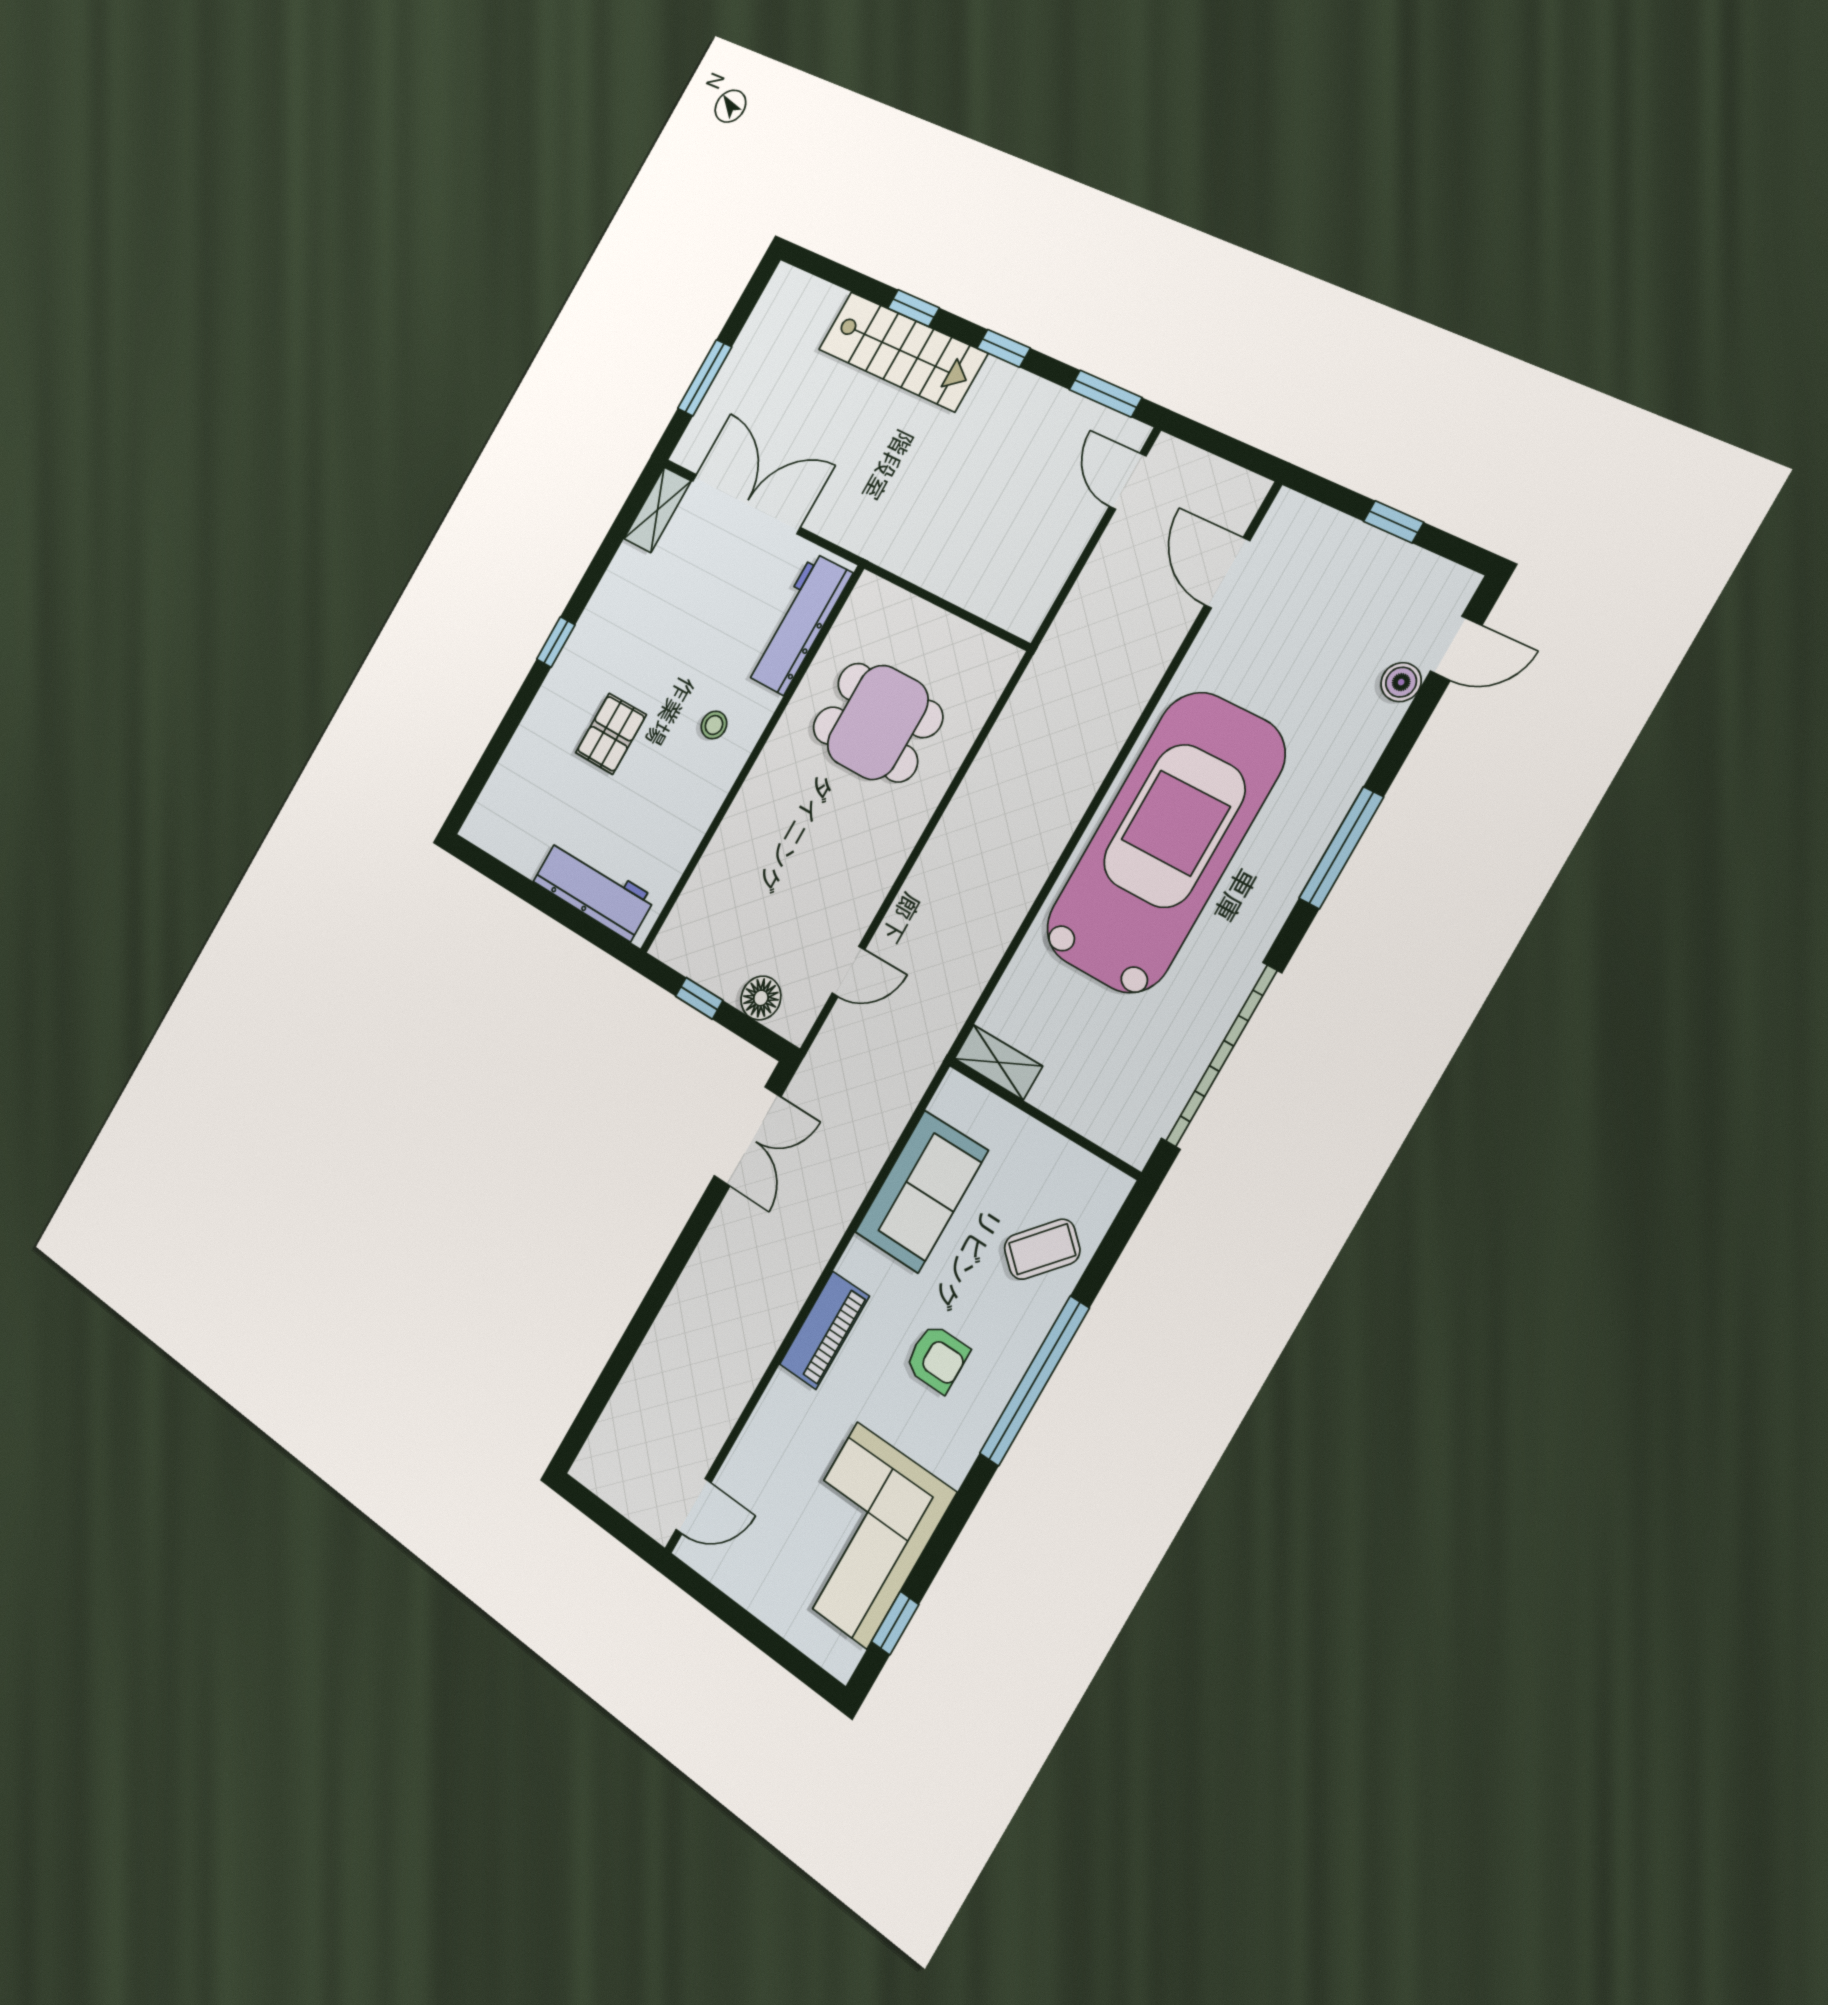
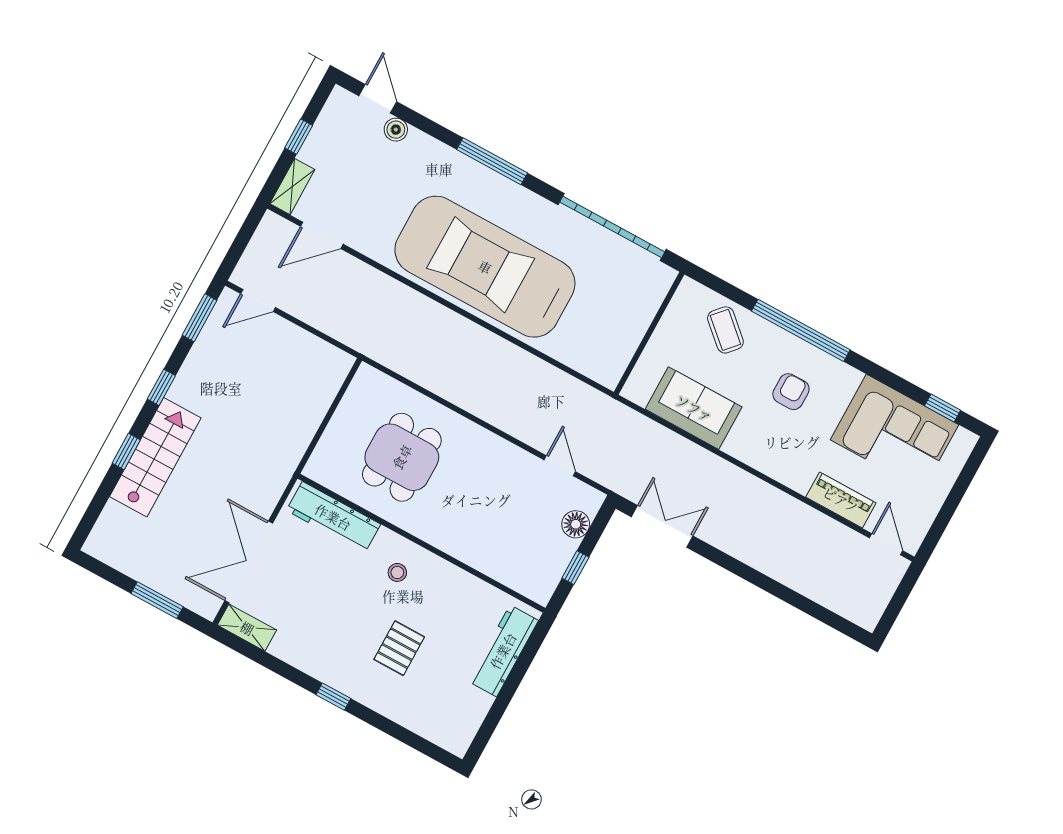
pallet: (611, 734) -> (399, 648), turned 90
shelving: (998, 1062) -> (292, 187), moved
piano: (824, 1330) -> (841, 500), moved

